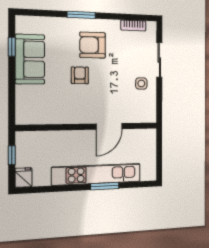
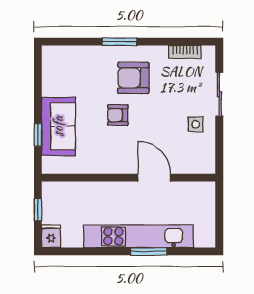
window: (12, 47) -> (38, 135), moved
sofa: (30, 59) -> (58, 126), moved
armchair: (80, 75) -> (118, 115), turned -90
door: (109, 126) -> (154, 178), swing flipped

